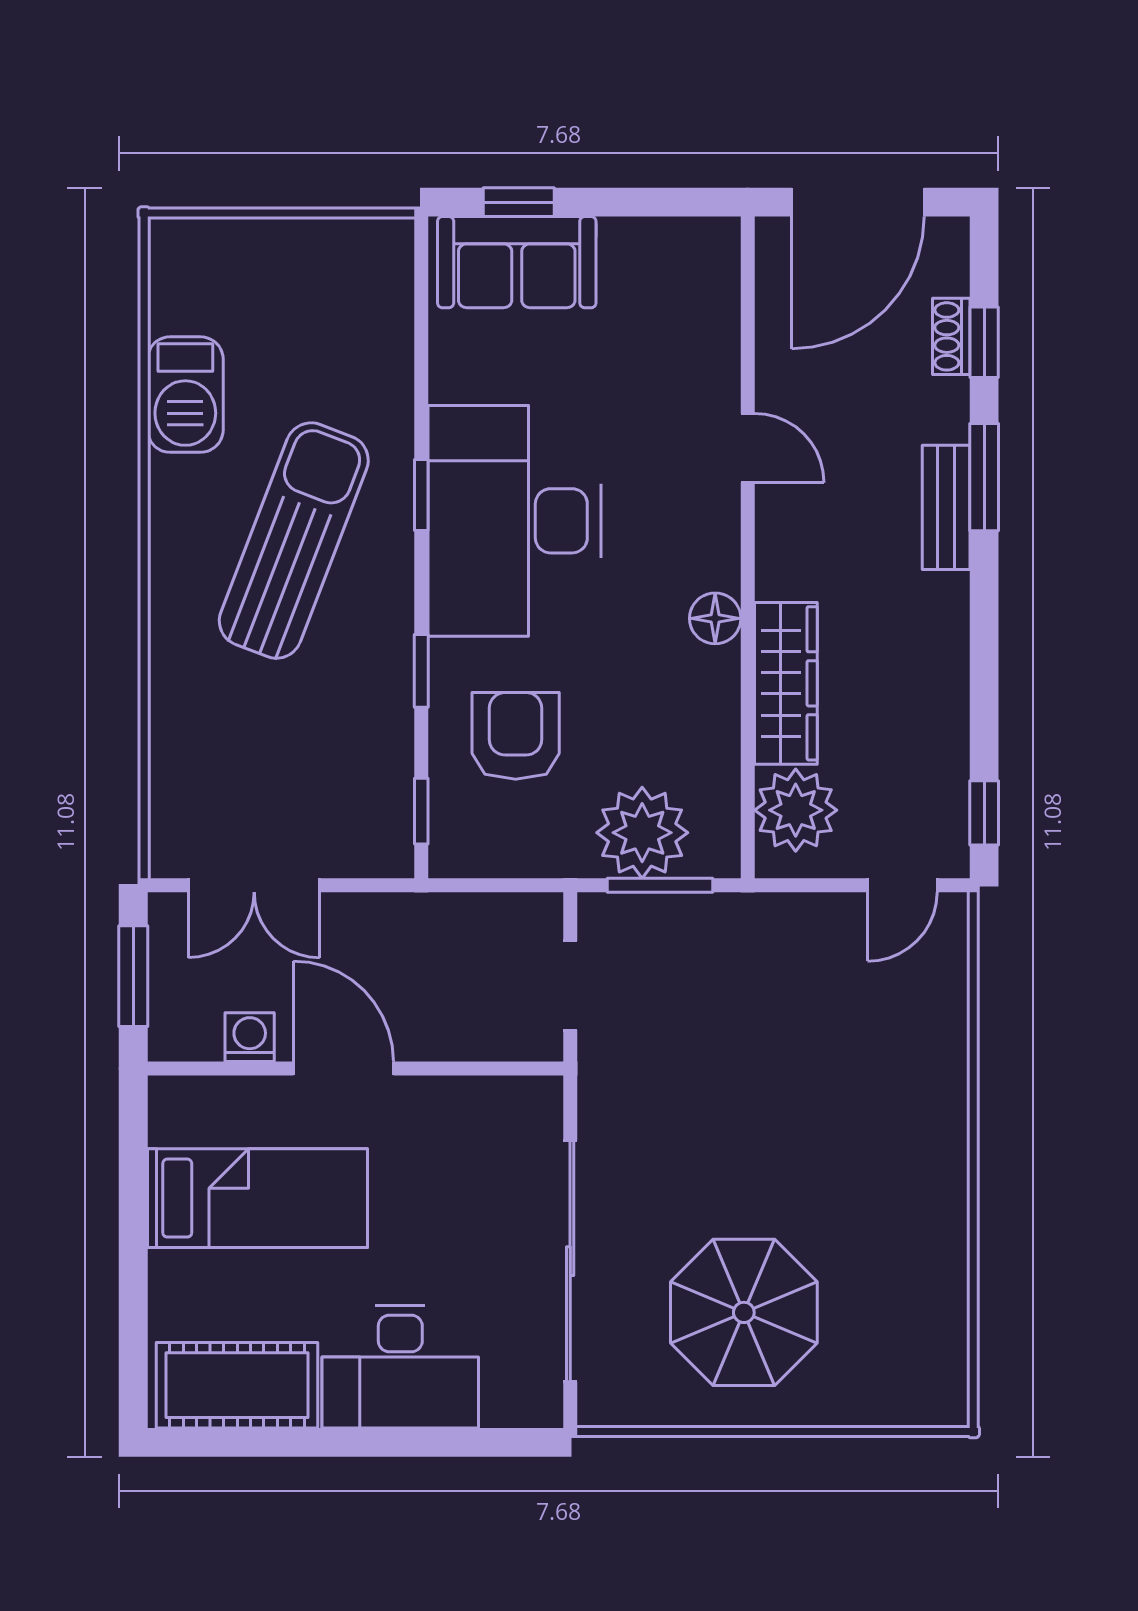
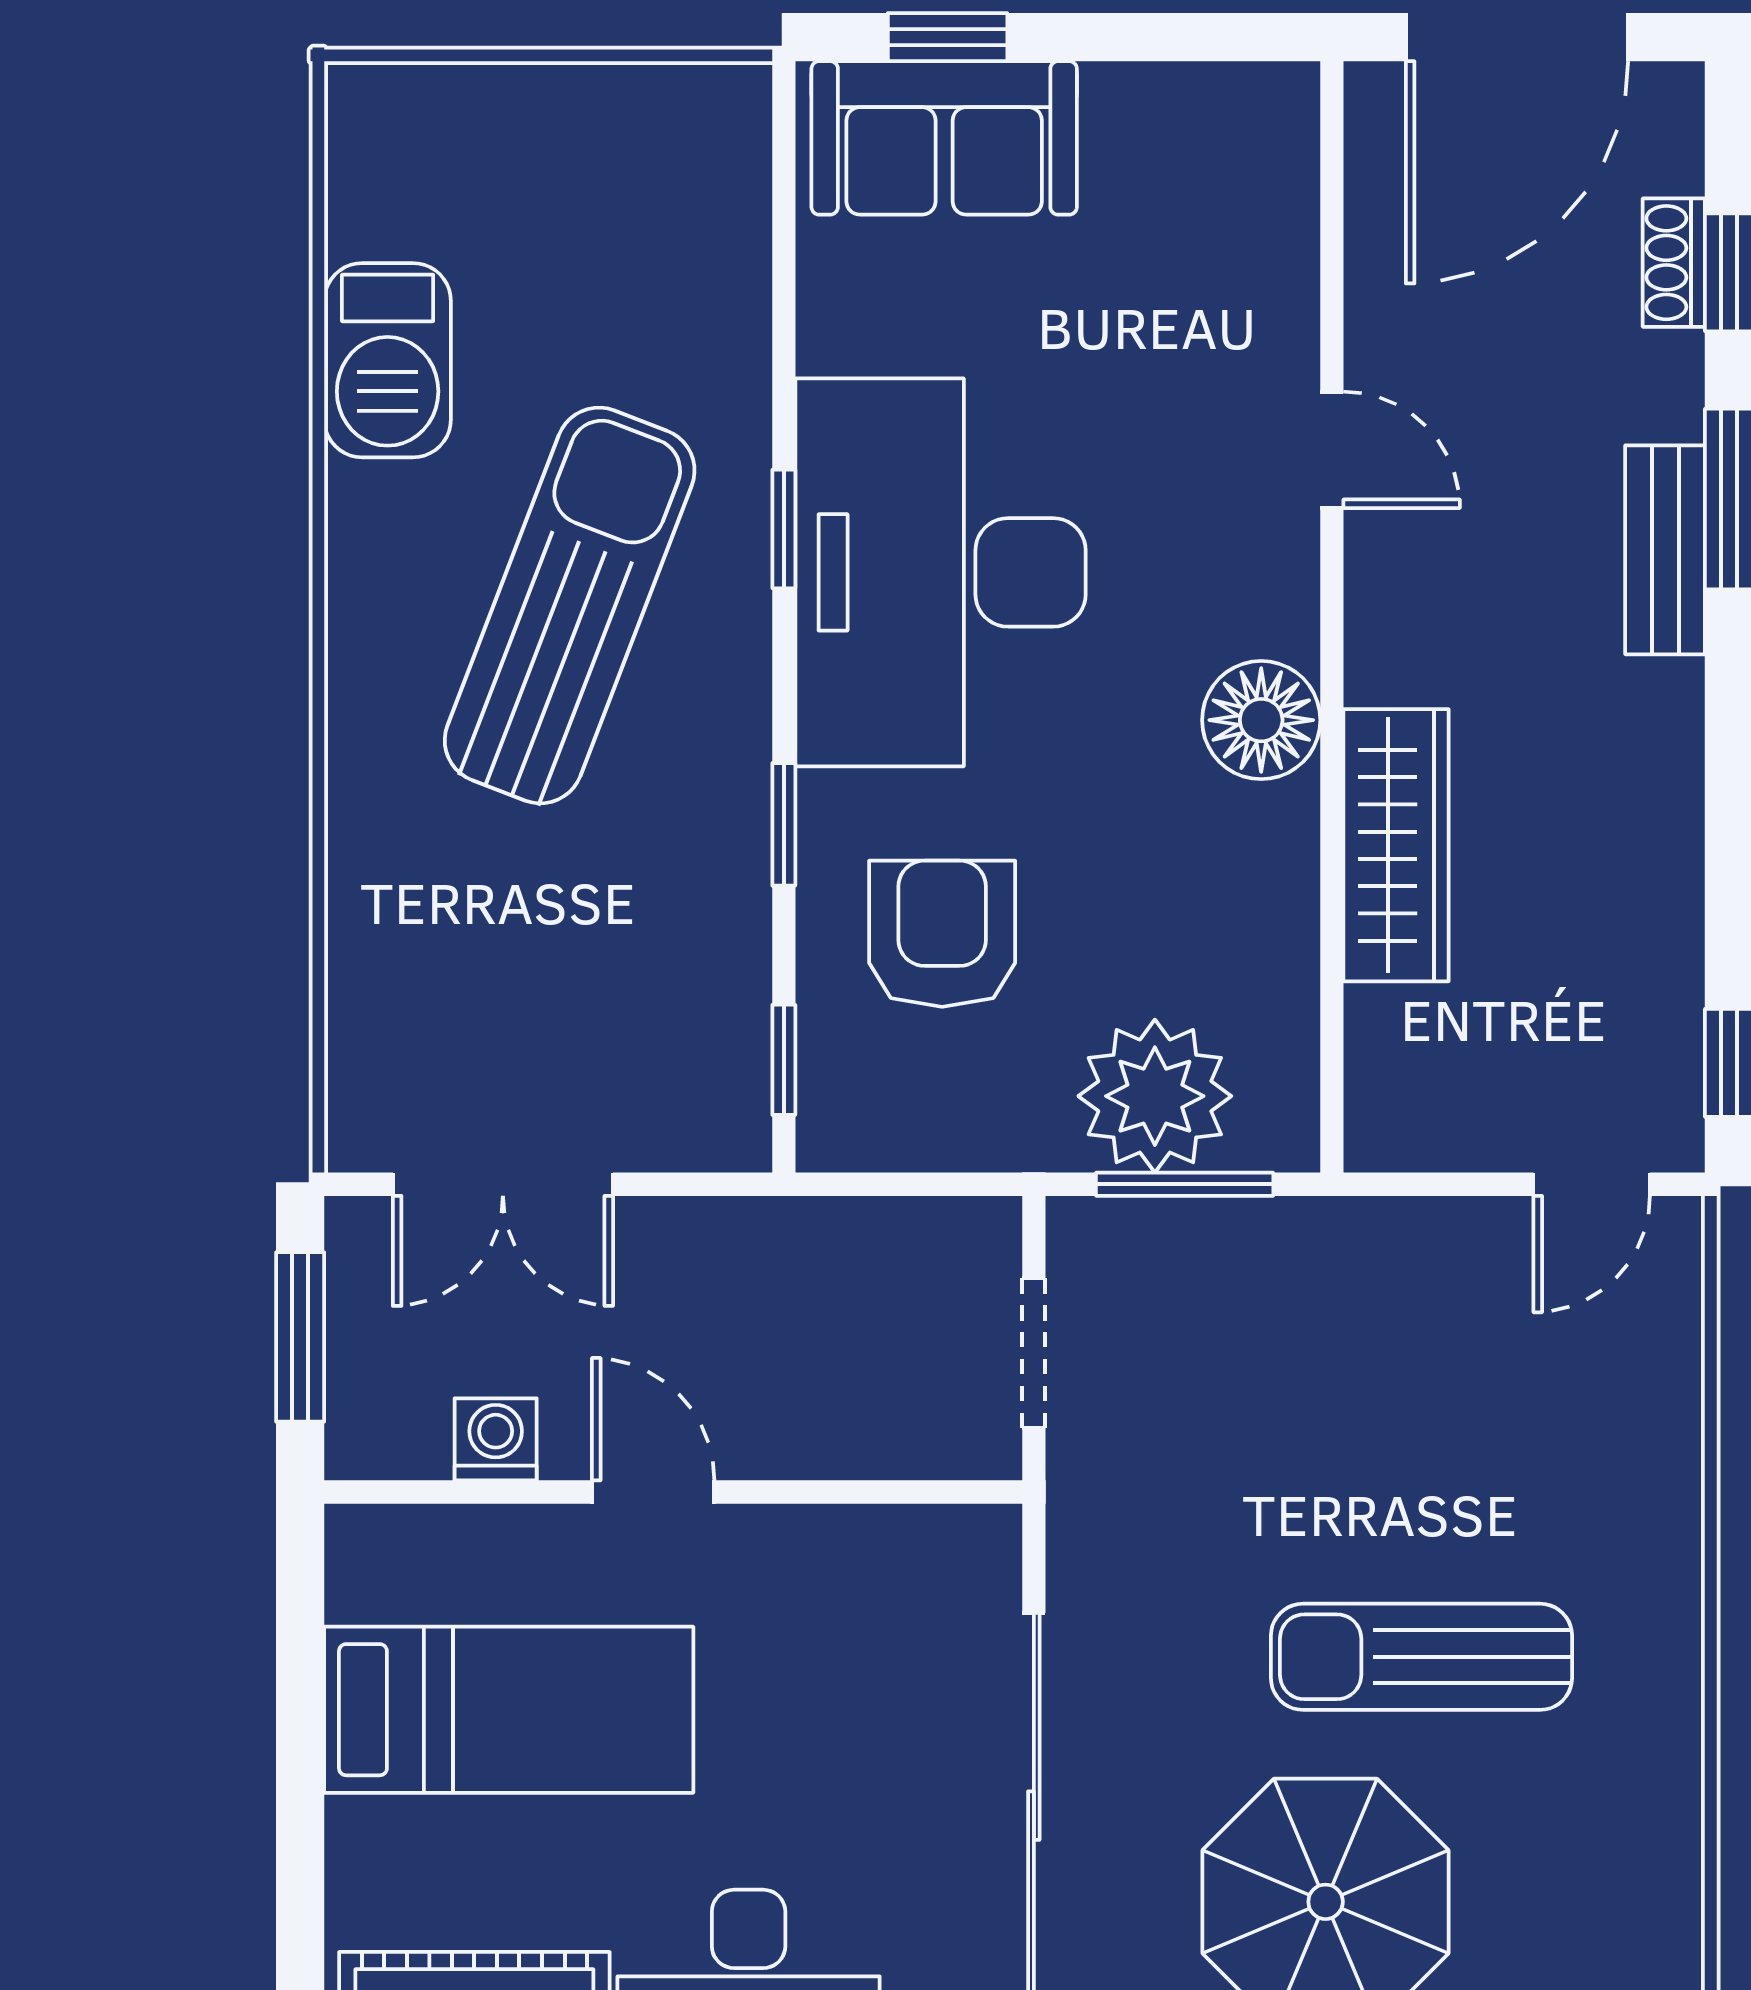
floor lamp: (715, 618) -> (1261, 720), width x1.38, depth x1.38
plant: (796, 810) -> (1413, 1058), removed
door: (343, 1068) -> (653, 1492), width x0.73
sun lounger: (801, 1167) -> (1421, 1657), added

